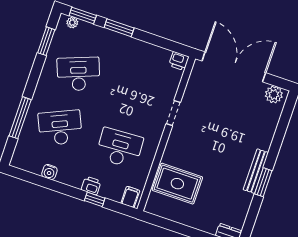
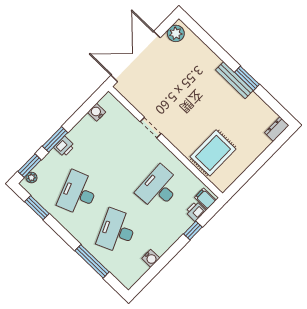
water cooler: (163, 55) -> (97, 112), added
printer: (179, 61) -> (64, 146), moved
printer: (91, 186) -> (196, 211), moved

